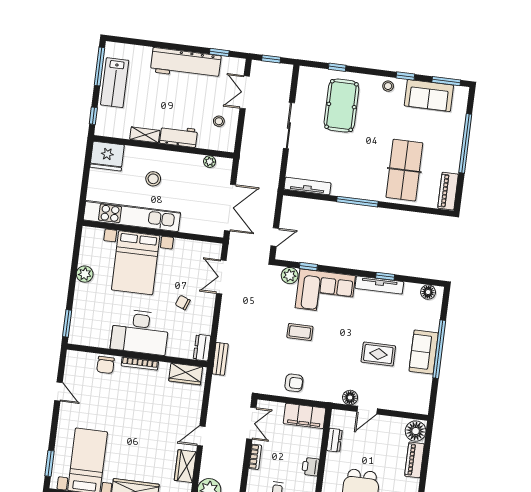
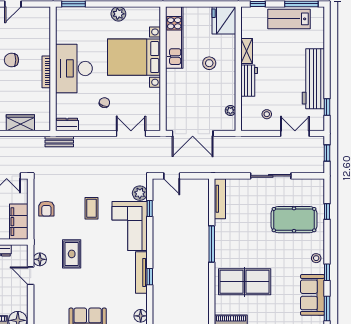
kitchen unit: (132, 216) -> (174, 37), width x0.73
rug: (378, 354) -> (72, 254), moved
chair: (105, 365) -> (11, 60), moved
wardrobe: (186, 374) -> (20, 123), moved, turned 90

